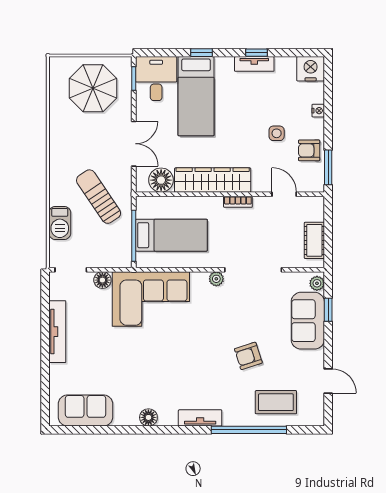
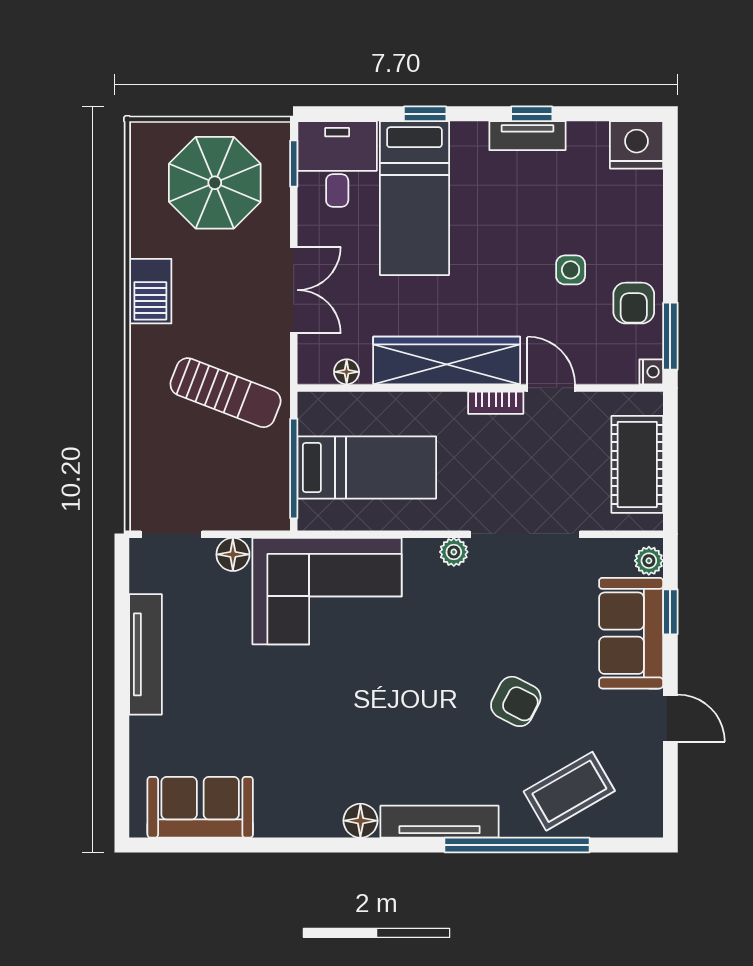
nightstand: (318, 111) -> (651, 372), moved
armchair: (309, 150) -> (634, 303), turned -90
floor lamp: (161, 180) -> (347, 372), width x0.53, depth x0.53
door: (284, 194) -> (551, 388), moved
sun lounger: (99, 197) -> (226, 393), turned 145
barbecue: (60, 223) -> (150, 291), moved
cot: (314, 240) -> (637, 464), width x1.37, depth x1.34
armchair: (248, 356) -> (516, 701), turned -135
door: (328, 381) -> (670, 718), moved
coffee table: (276, 402) -> (569, 791), turned -30
floor lamp: (148, 417) -> (360, 821), moved
tv unit: (200, 418) -> (439, 822), width x1.41

